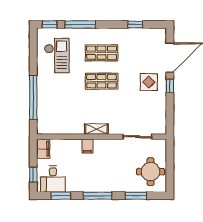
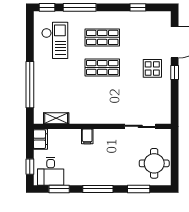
shelving: (96, 129) -> (56, 118), moved

